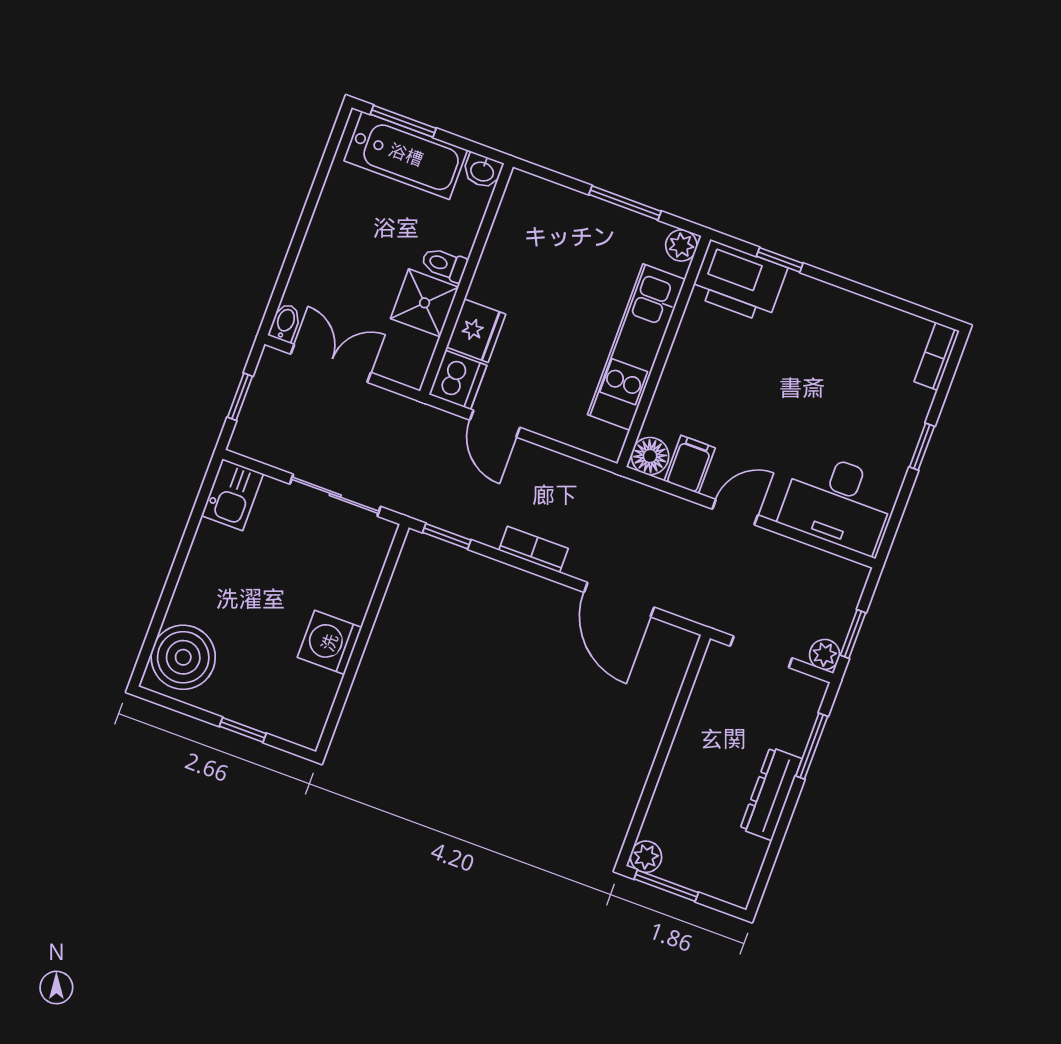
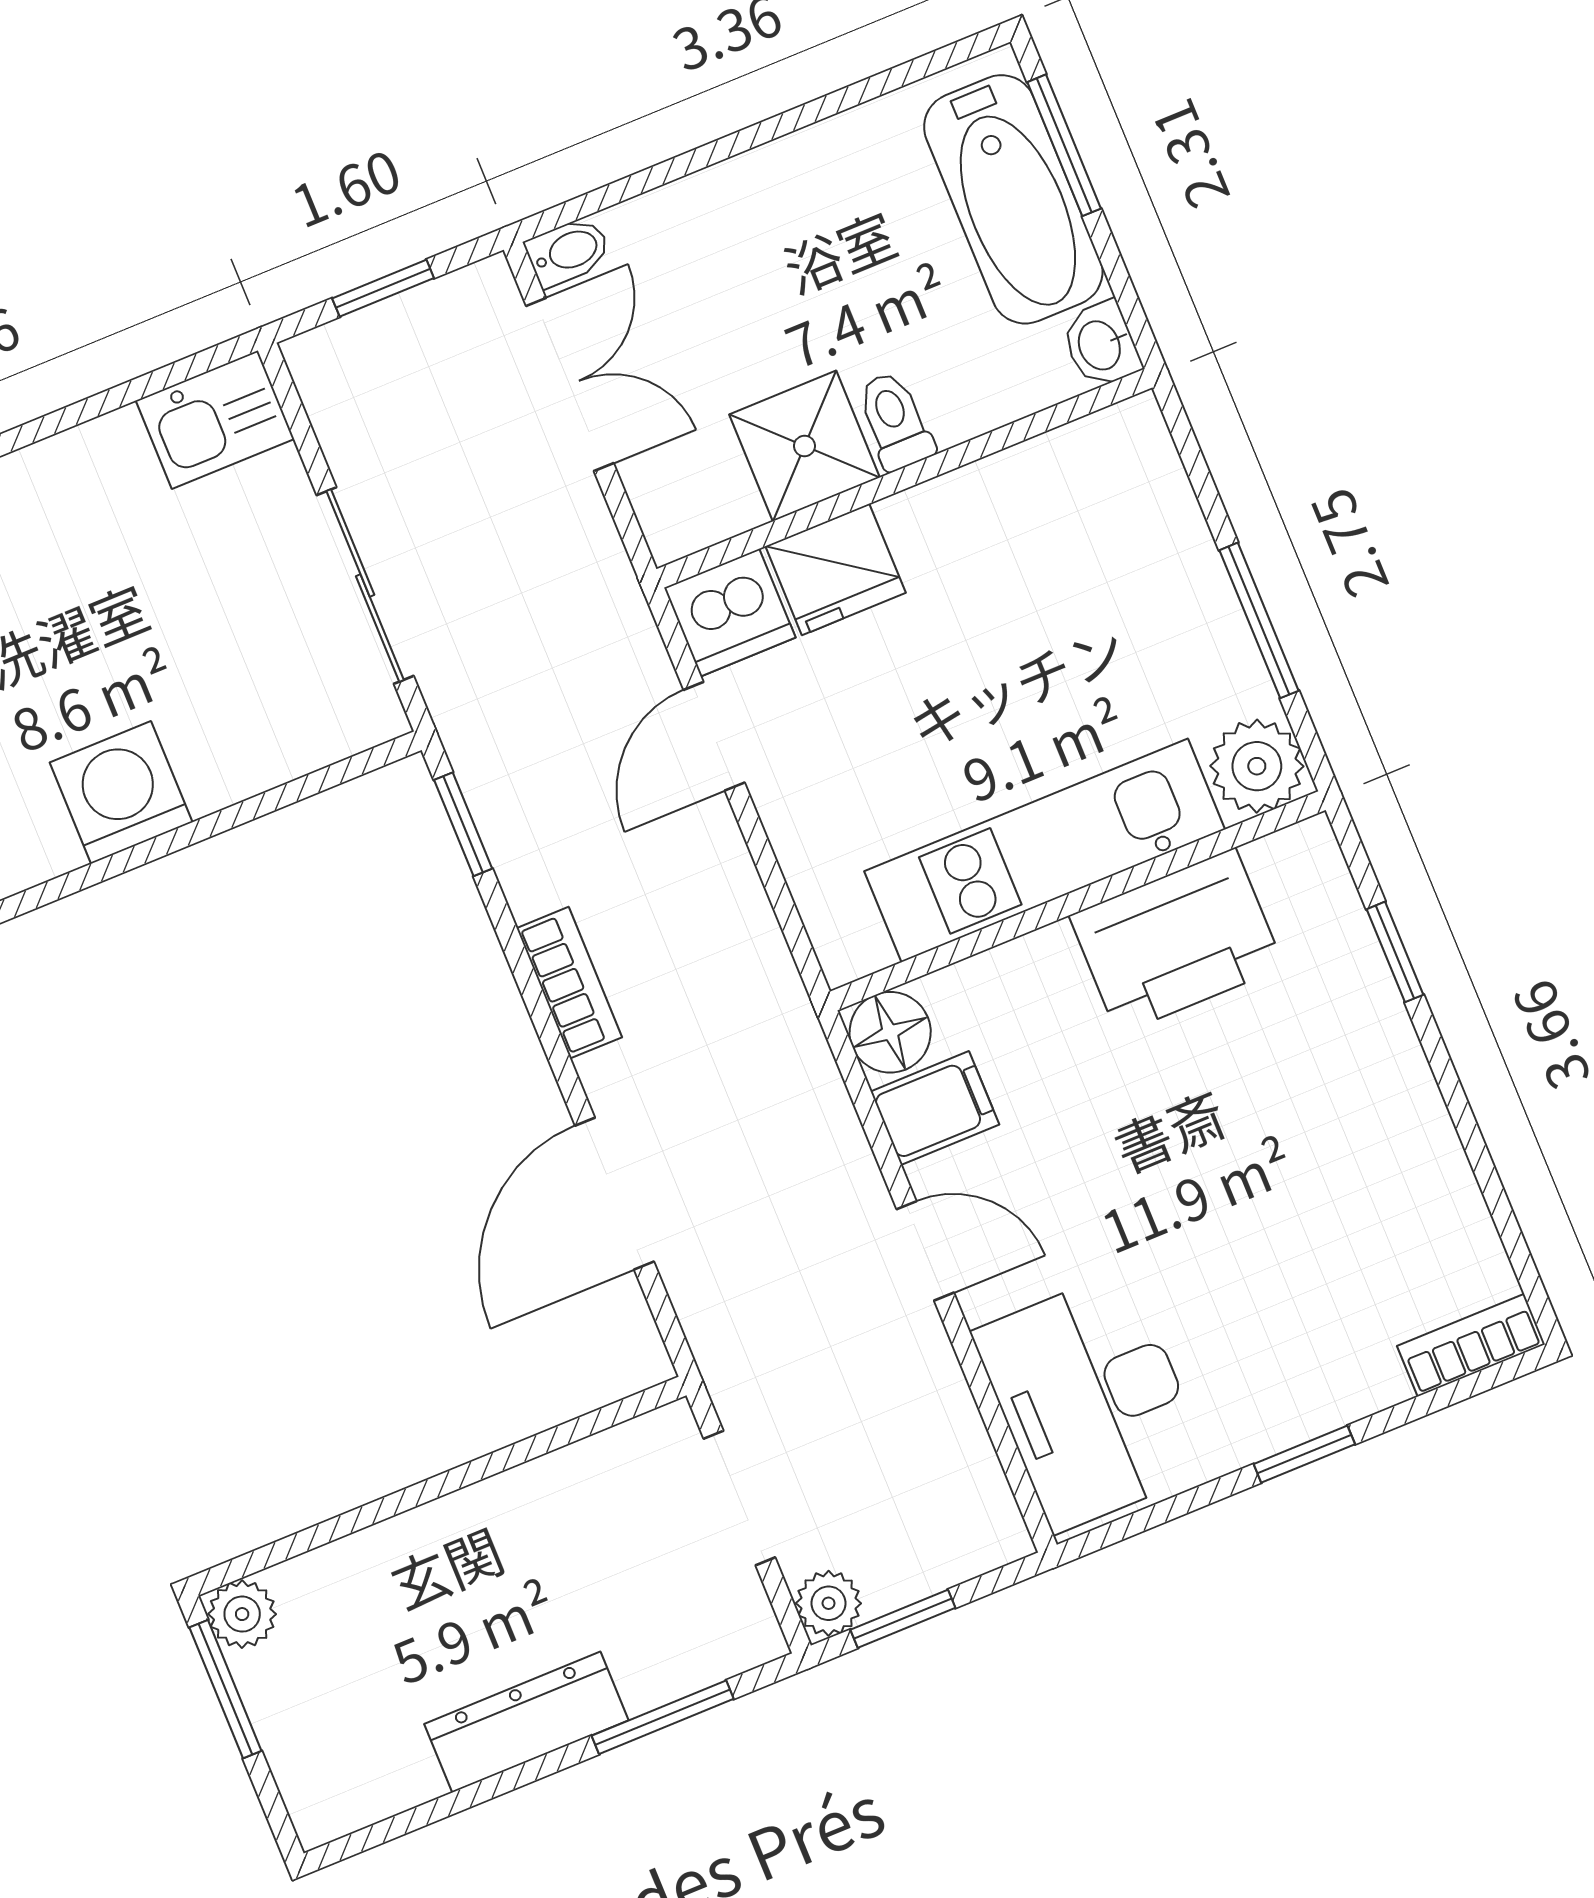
plant: (681, 245) -> (1257, 766), width x1.38, depth x1.38
printer: (739, 281) -> (1177, 941), moved, turned -90

